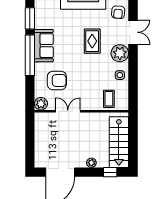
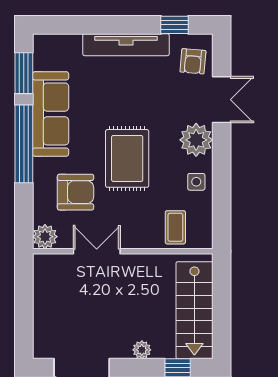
rug: (92, 41) -> (127, 158), moved, width x1.36, depth x1.43
sofa: (44, 46) -> (51, 114), width x1.36

